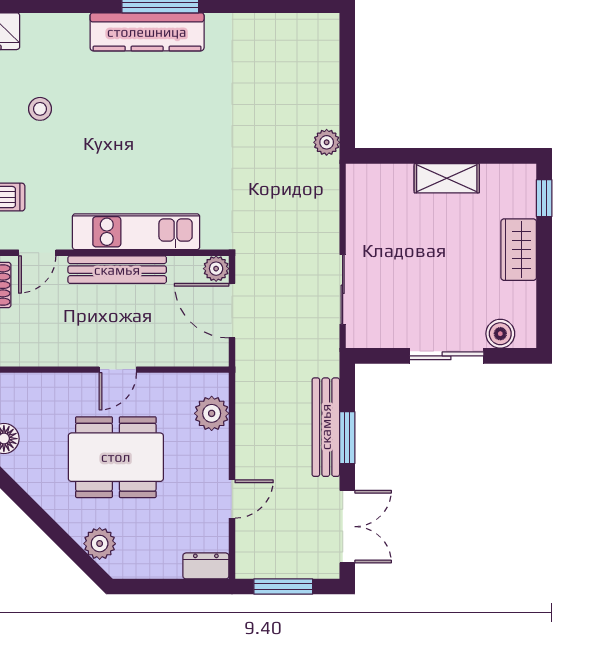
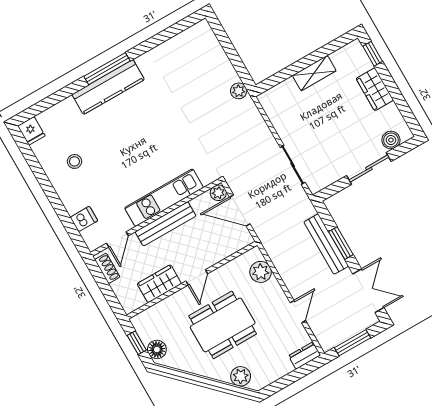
wardrobe: (60, 348) -> (159, 284), added

